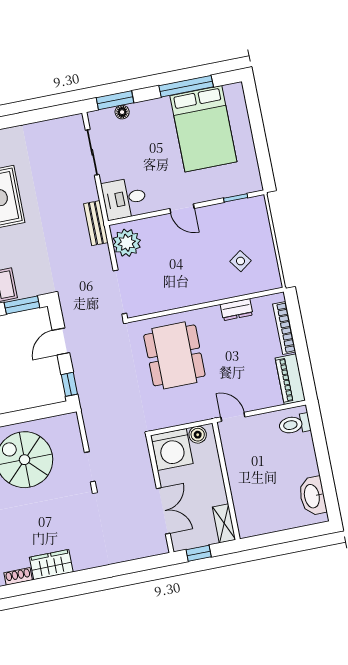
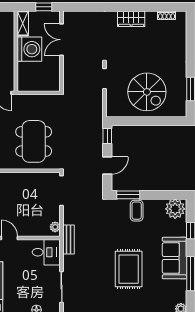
plant: (127, 243) -> (55, 227), width x0.53, depth x0.53
boiler: (198, 435) -> (29, 86), removed
washing machine: (172, 449) -> (29, 49), moved, turned 90
wardrobe: (51, 565) -> (131, 19), moved

